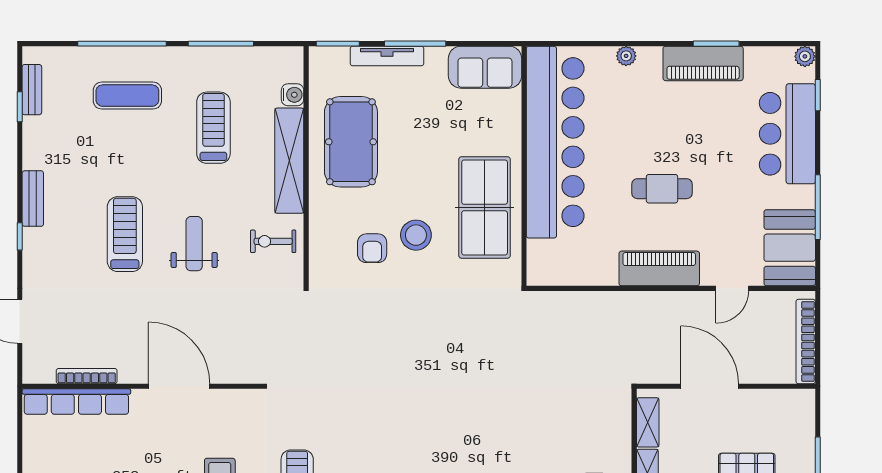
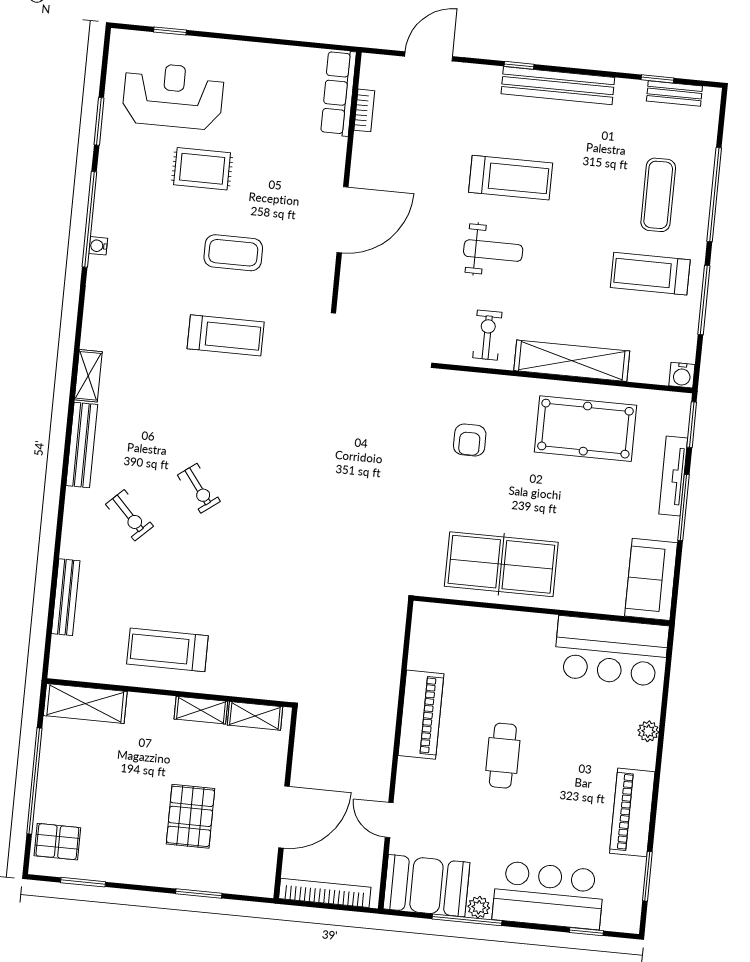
window: (716, 44) -> (647, 876), moved
plant: (805, 56) -> (479, 907), moved
water cooler: (293, 95) -> (682, 375), moved
treadmill: (213, 128) -> (650, 274), moved, turned 180
bar counter: (555, 142) -> (611, 651), width x0.54
bench: (33, 199) -> (558, 86), width x1.86, depth x1.21
stool: (416, 235) -> (479, 488), removed
armchair: (372, 248) -> (470, 440), turned -90
piano: (659, 268) -> (421, 715), moved
bookcase: (87, 376) -> (364, 110), width x0.64
door: (710, 386) -> (284, 817), moved
row of seats: (76, 402) -> (338, 93), width x0.73

